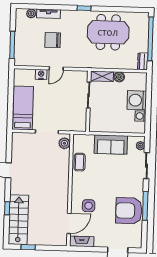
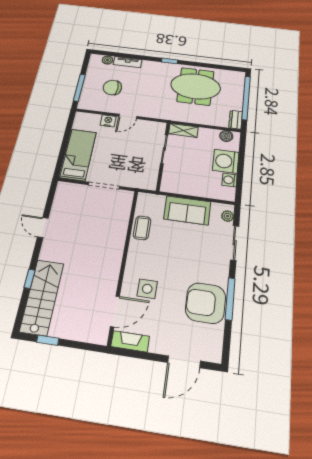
chair: (53, 40) -> (112, 88), moved
boiler: (119, 77) -> (226, 136), moved
plant: (64, 143) -> (125, 202), removed

